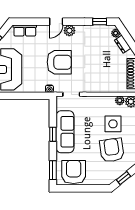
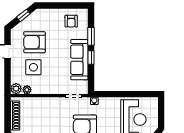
armchair: (112, 150) -> (34, 42), turned 98
window: (53, 170) -> (91, 36), moved
armchair: (74, 172) -> (71, 21), width x0.53, depth x0.53

